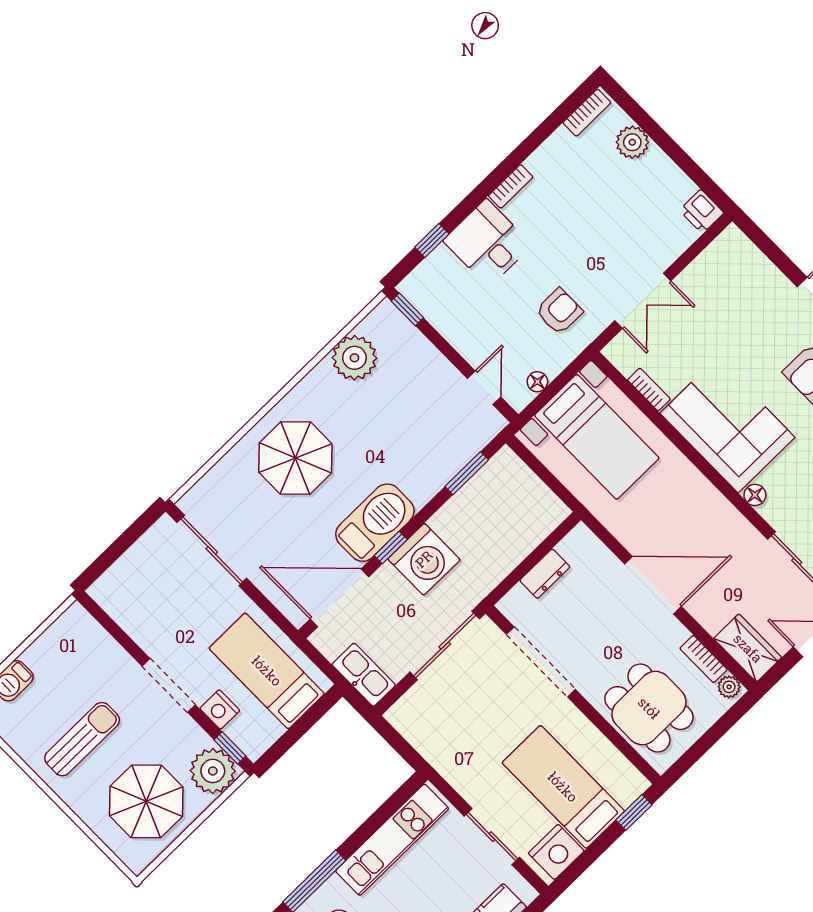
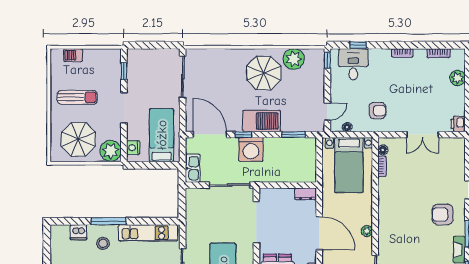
bookcase: (587, 113) -> (439, 53), moved
desk: (488, 243) -> (353, 64), moved
double door: (643, 301) -> (422, 135), moved
corner sofa: (727, 425) -> (397, 204), removed
parasol: (295, 458) -> (264, 73), moved
floor lamp: (755, 495) -> (383, 150), moved
plant: (722, 511) -> (367, 231), added
barbecue: (375, 523) -> (262, 121), moved
dresser: (545, 574) -> (306, 194), moved
nightstand: (220, 709) -> (133, 148), moved
window: (230, 748) -> (124, 71), moved

